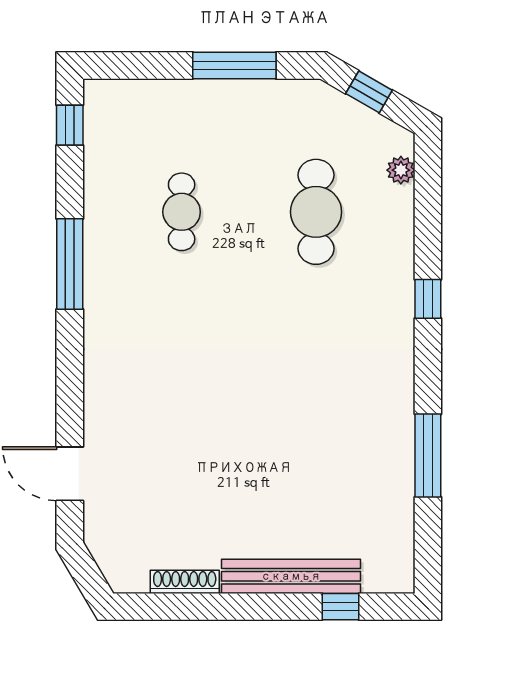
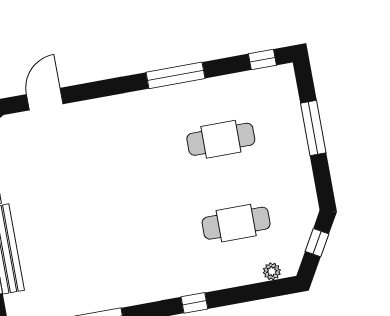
window: (234, 65) -> (313, 128), moved
cafe table: (182, 212) -> (221, 139), width x1.37, depth x1.35

